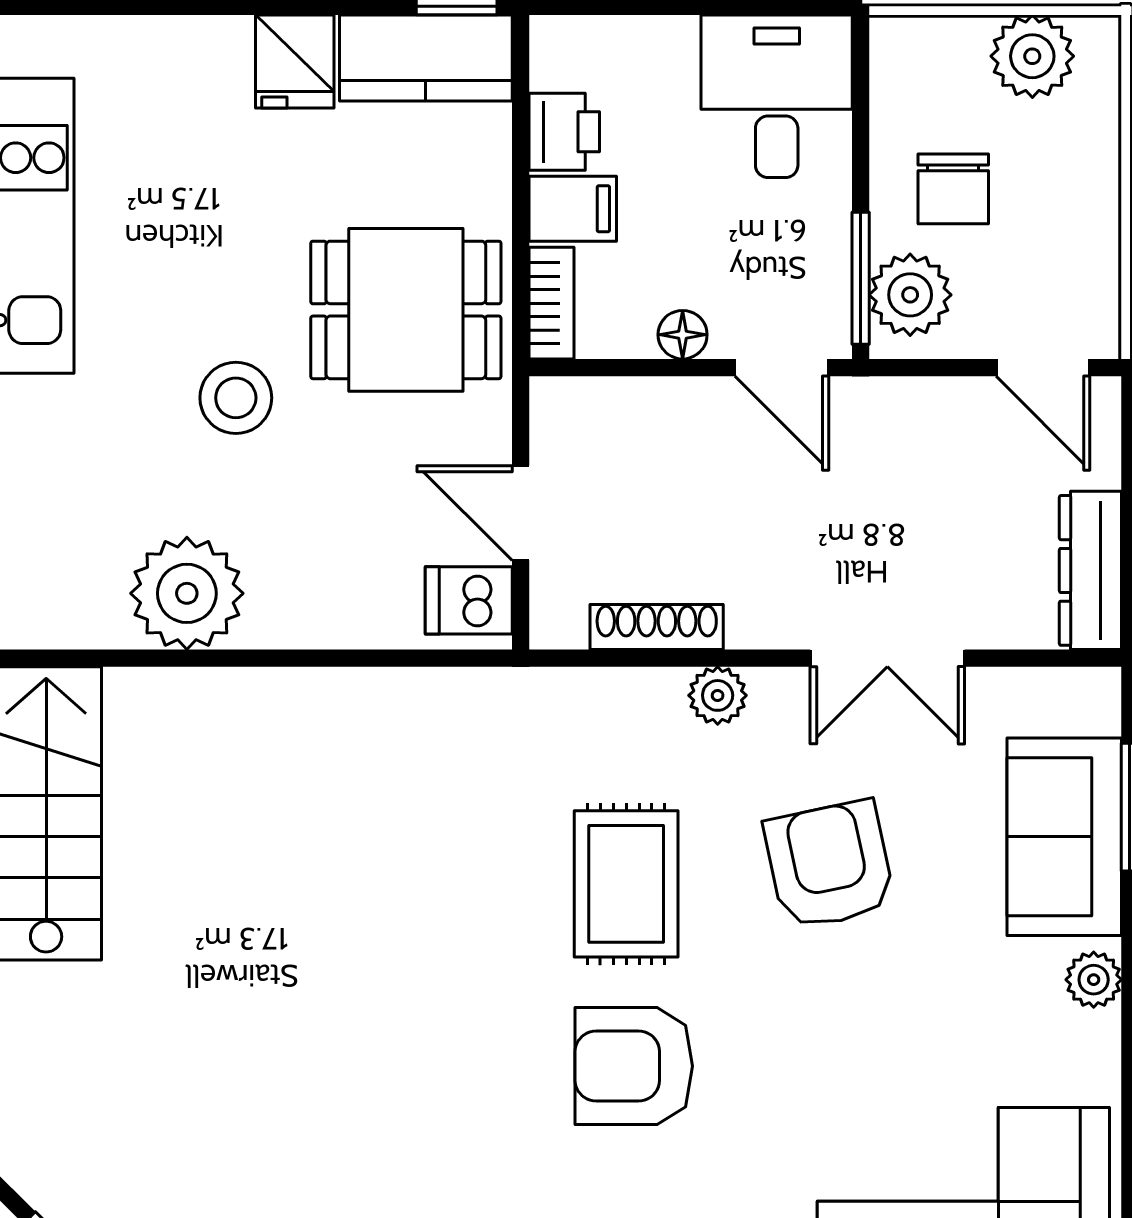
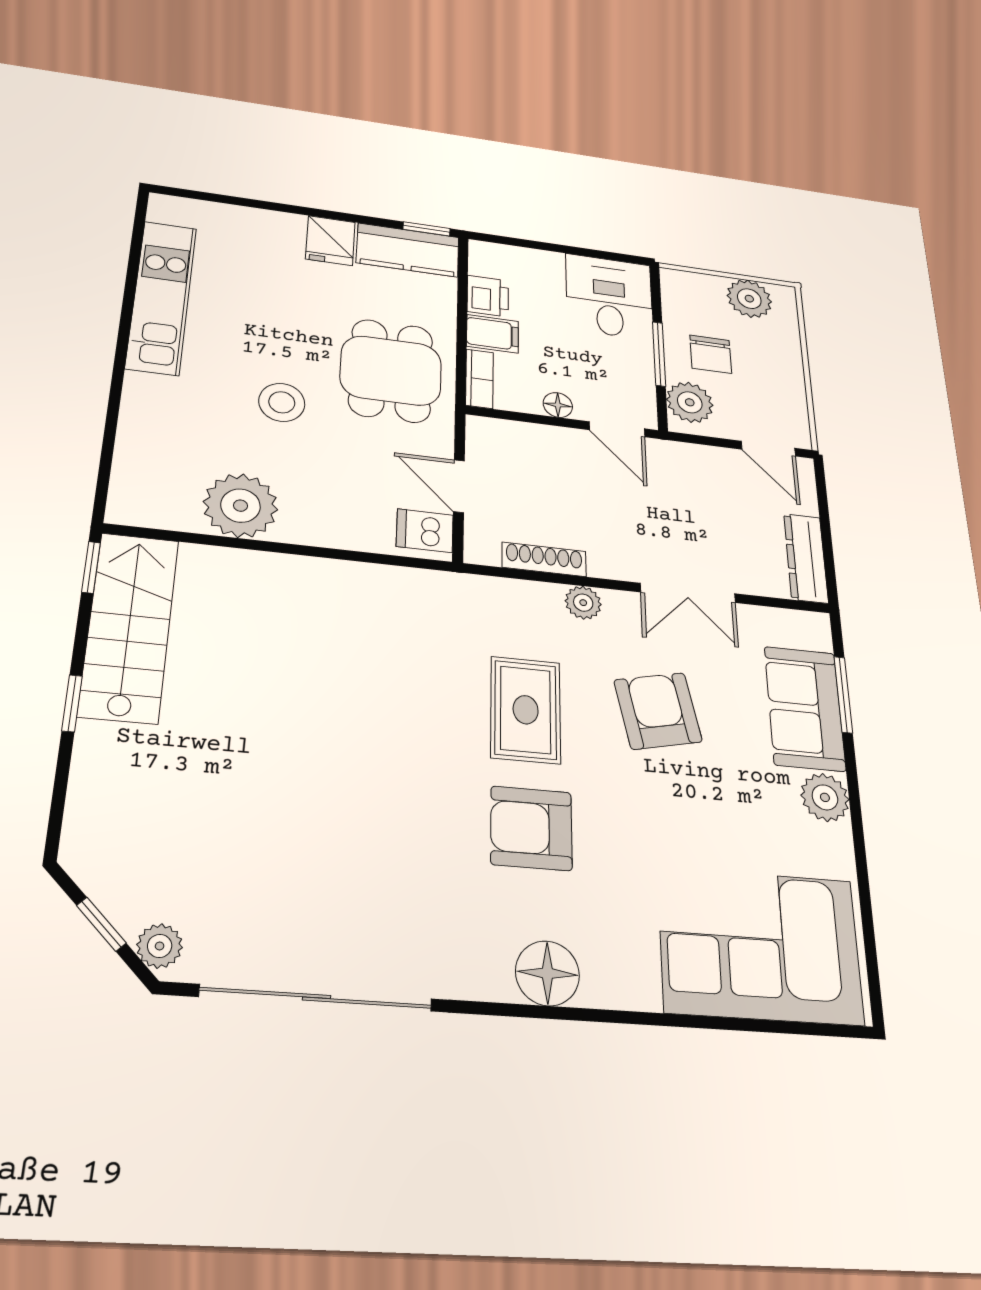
window: (861, 278) -> (659, 354), moved
dining table: (406, 310) -> (391, 371), turned 90
plant: (1094, 980) -> (825, 797), width x1.38, depth x1.38

